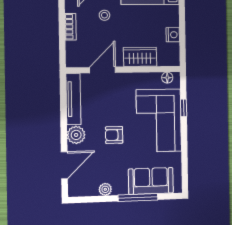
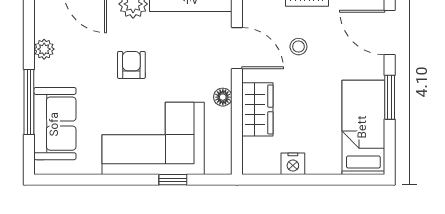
stool: (104, 15) -> (298, 47), moved
floor lamp: (167, 78) -> (223, 97), moved

